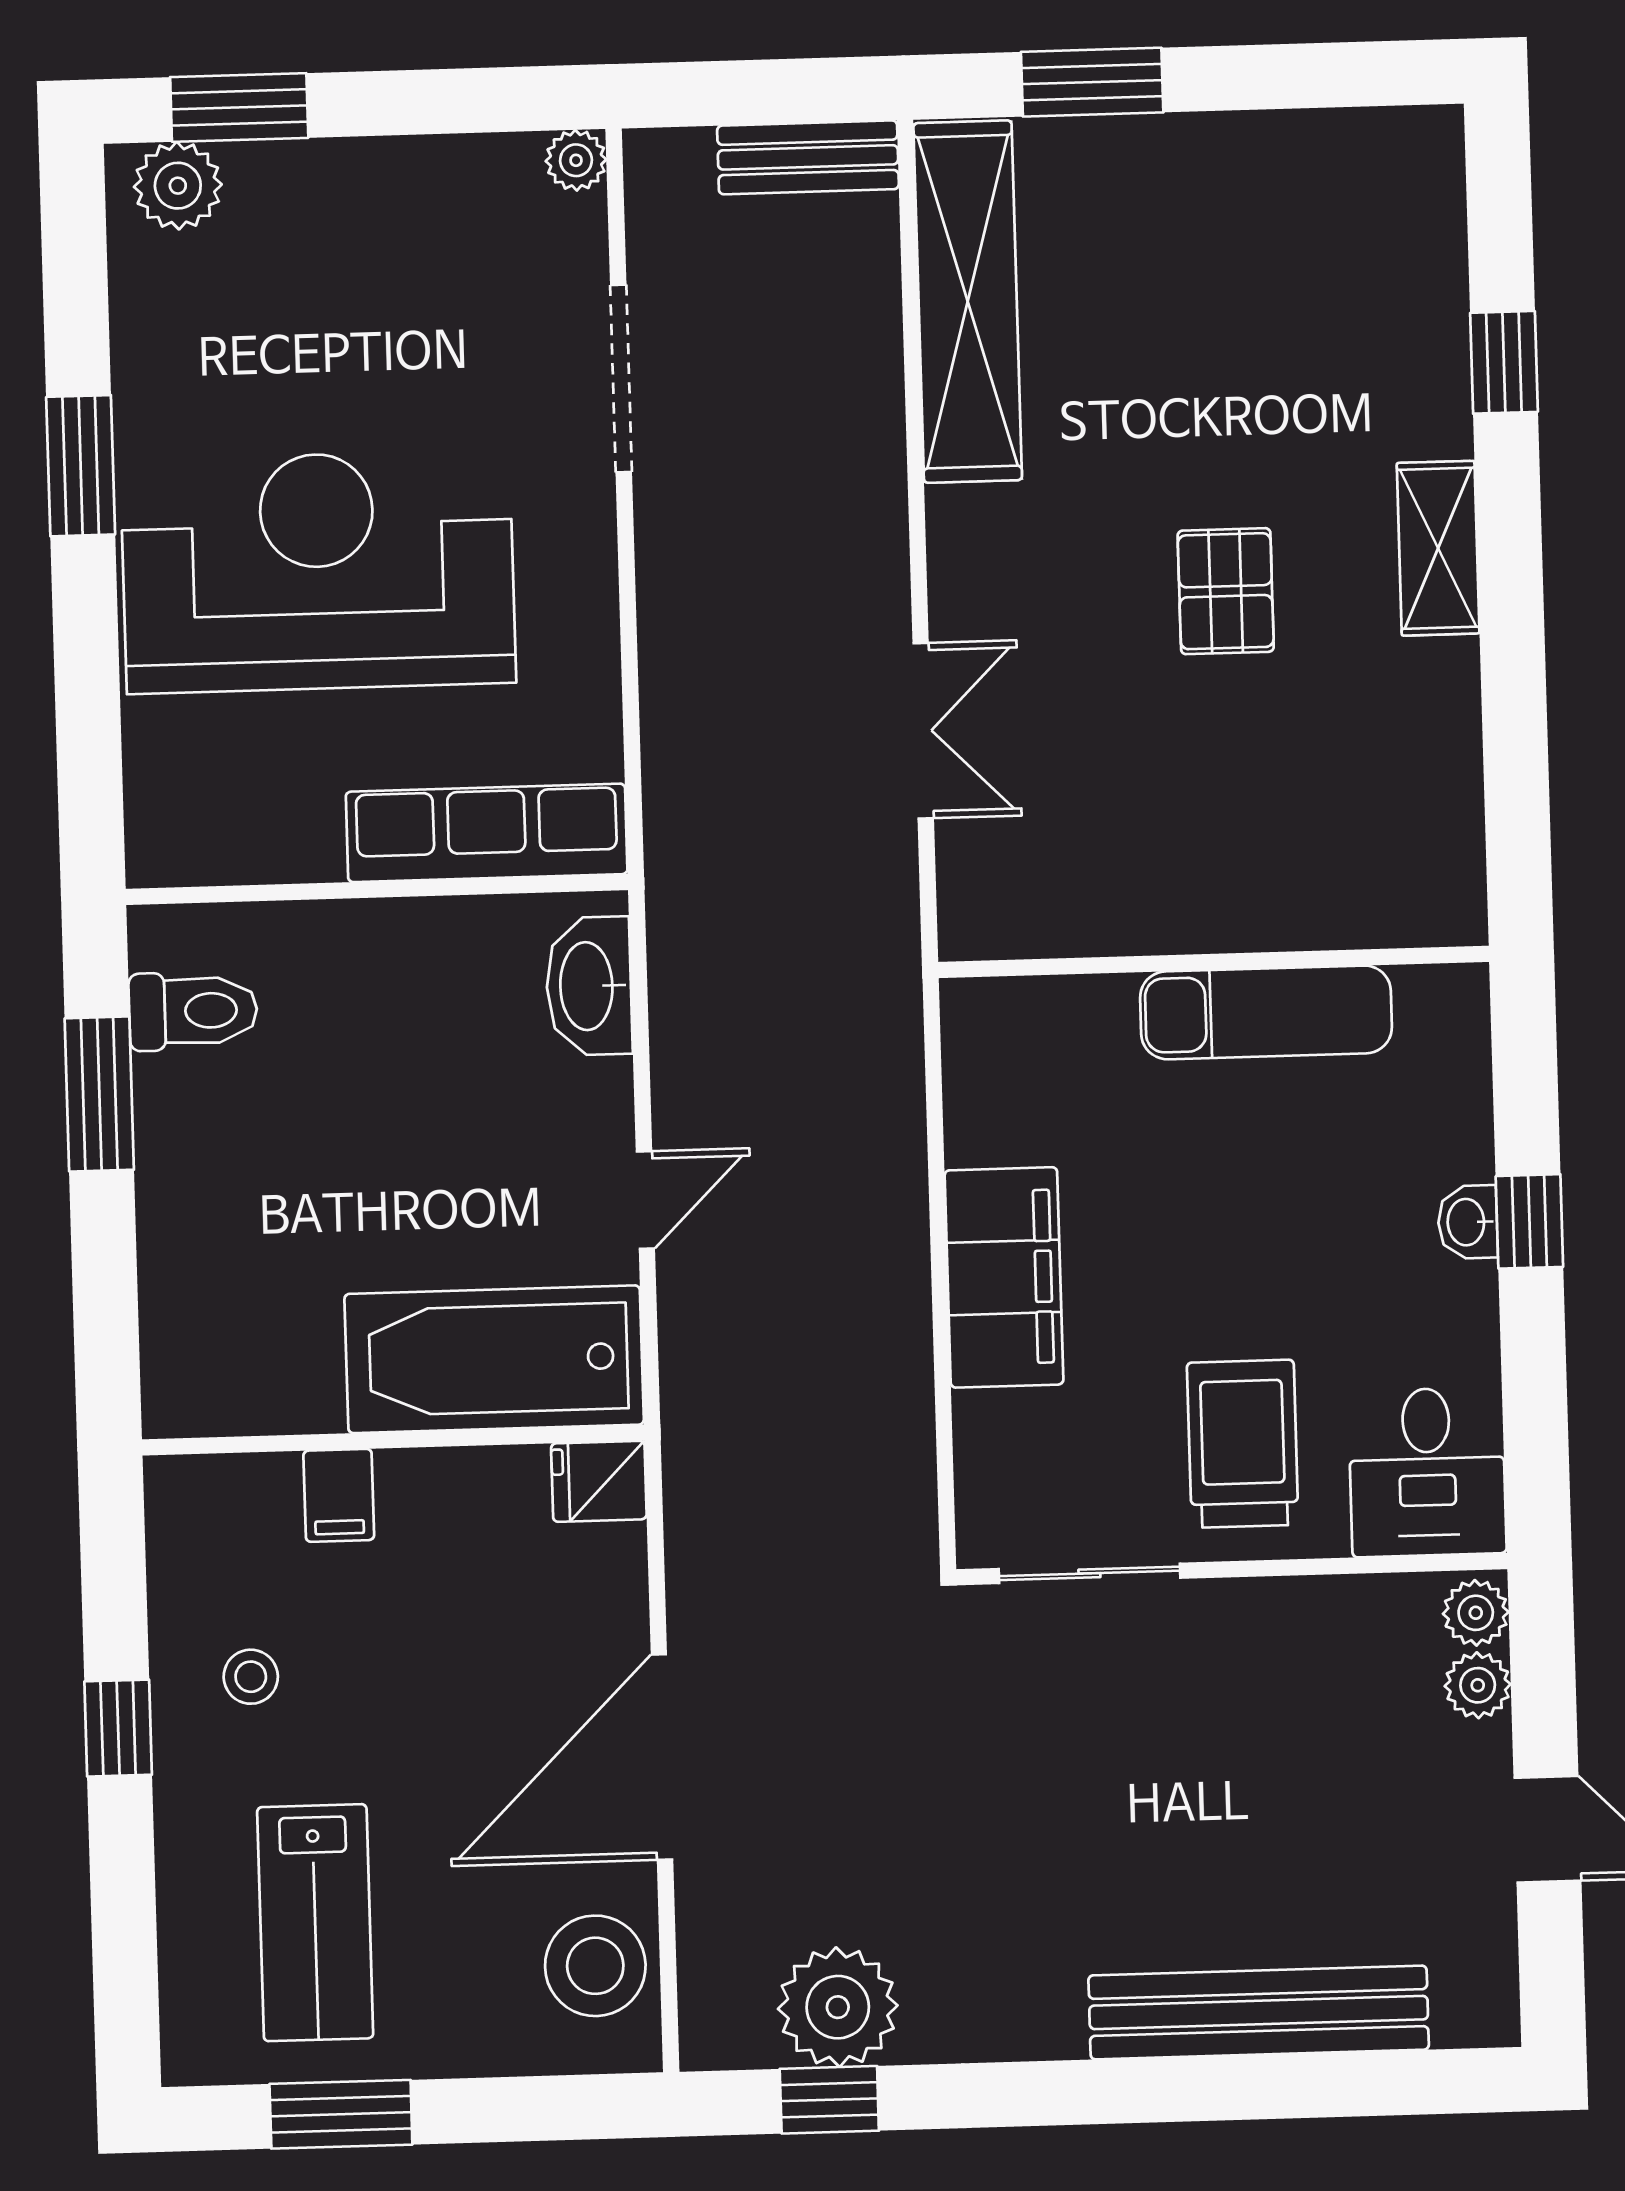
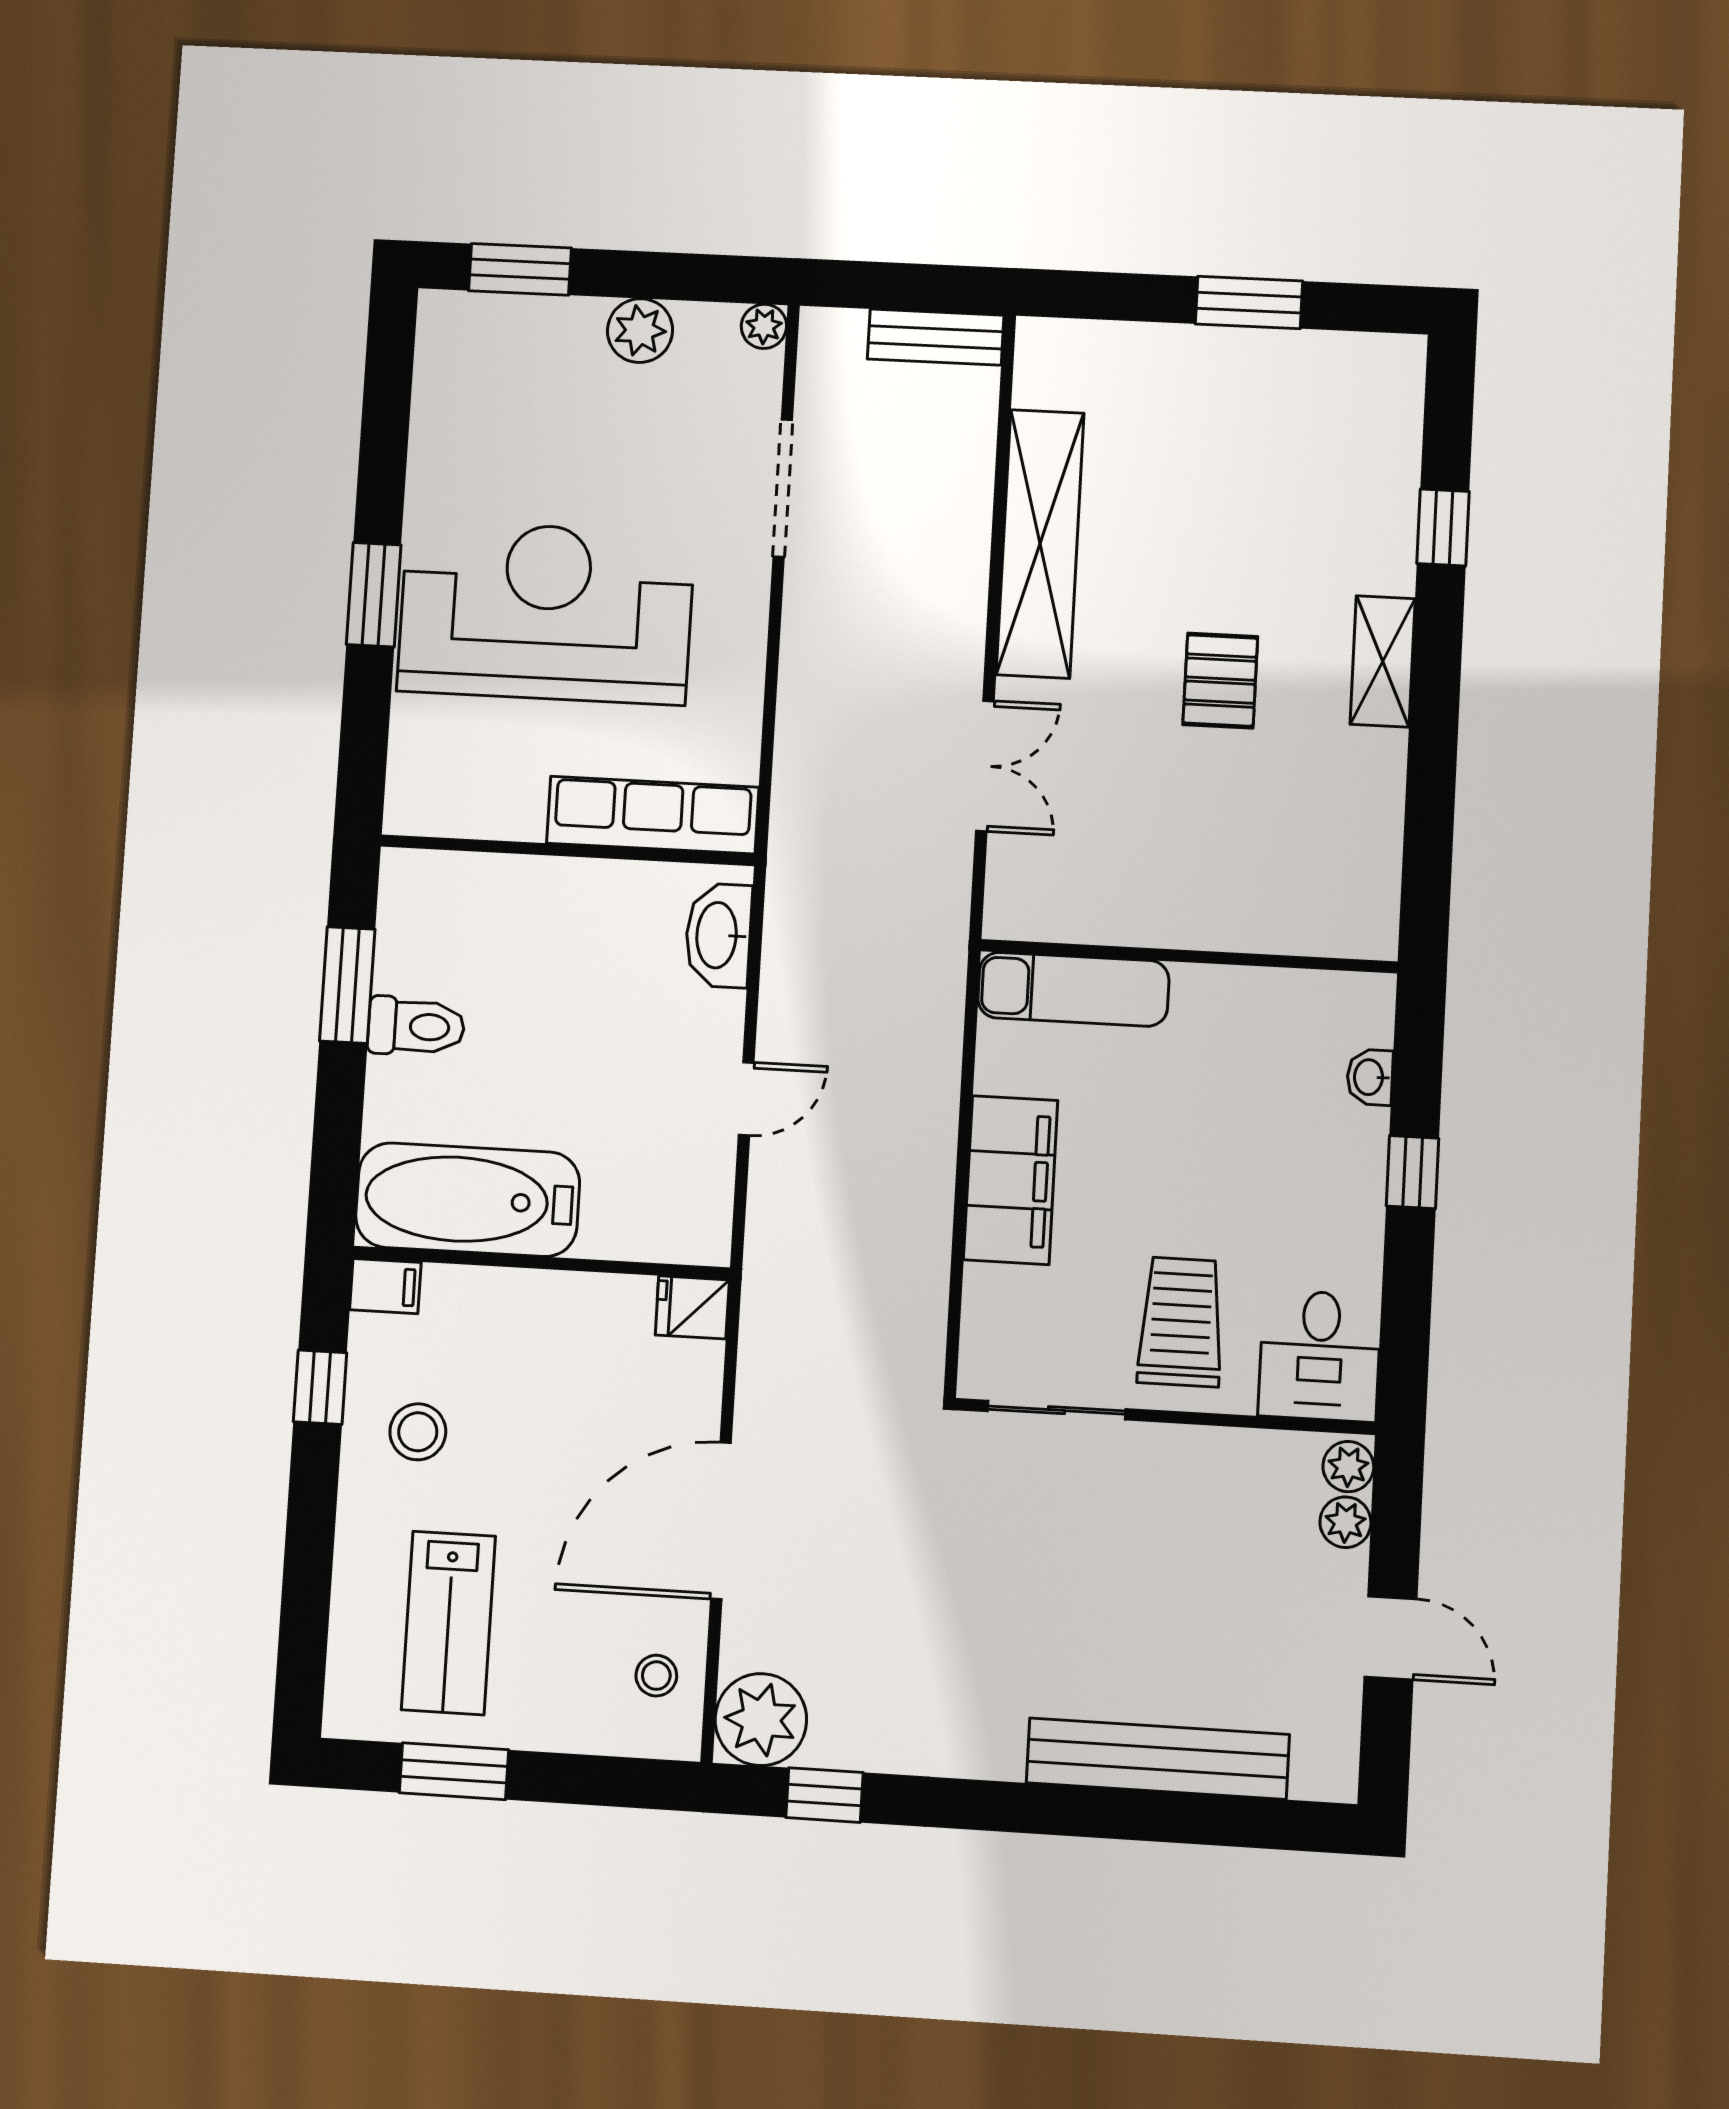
window: (1092, 82) -> (1249, 303), moved
plant: (178, 186) -> (640, 331), moved
shelving: (968, 302) -> (1040, 544), moved
window: (81, 466) -> (374, 595), moved
toilet: (193, 1011) -> (416, 1026), moved
exam couch: (1266, 1012) -> (1073, 989), moved
washbasin: (1468, 1222) -> (1370, 1077), moved
bathtub: (494, 1359) -> (468, 1200), moved
filing cabinet: (339, 1495) -> (385, 1286), moved, turned -90
stool: (251, 1677) -> (418, 1432), width x1.37, depth x1.37
window: (118, 1728) -> (320, 1387), moved
stool: (595, 1966) -> (656, 1676), width x0.53, depth x0.53
plant: (838, 2007) -> (761, 1720), moved

